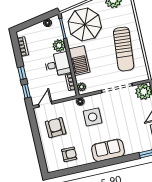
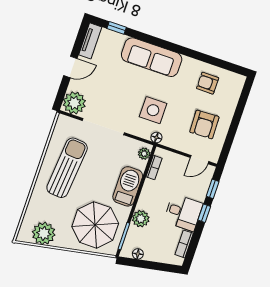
desk: (58, 64) -> (183, 212), moved, turned 180
sofa: (108, 150) -> (152, 57), width x1.36

